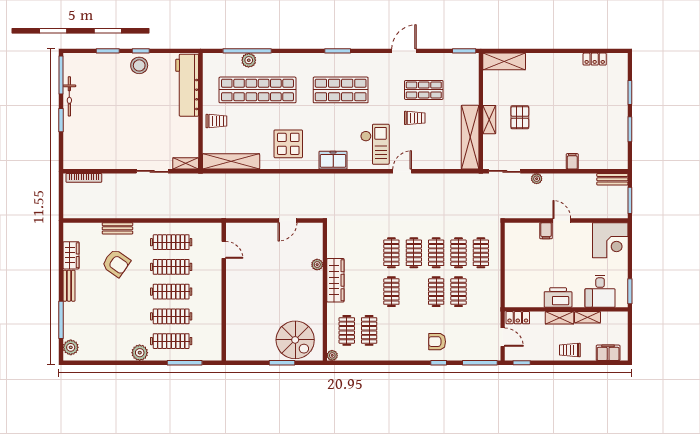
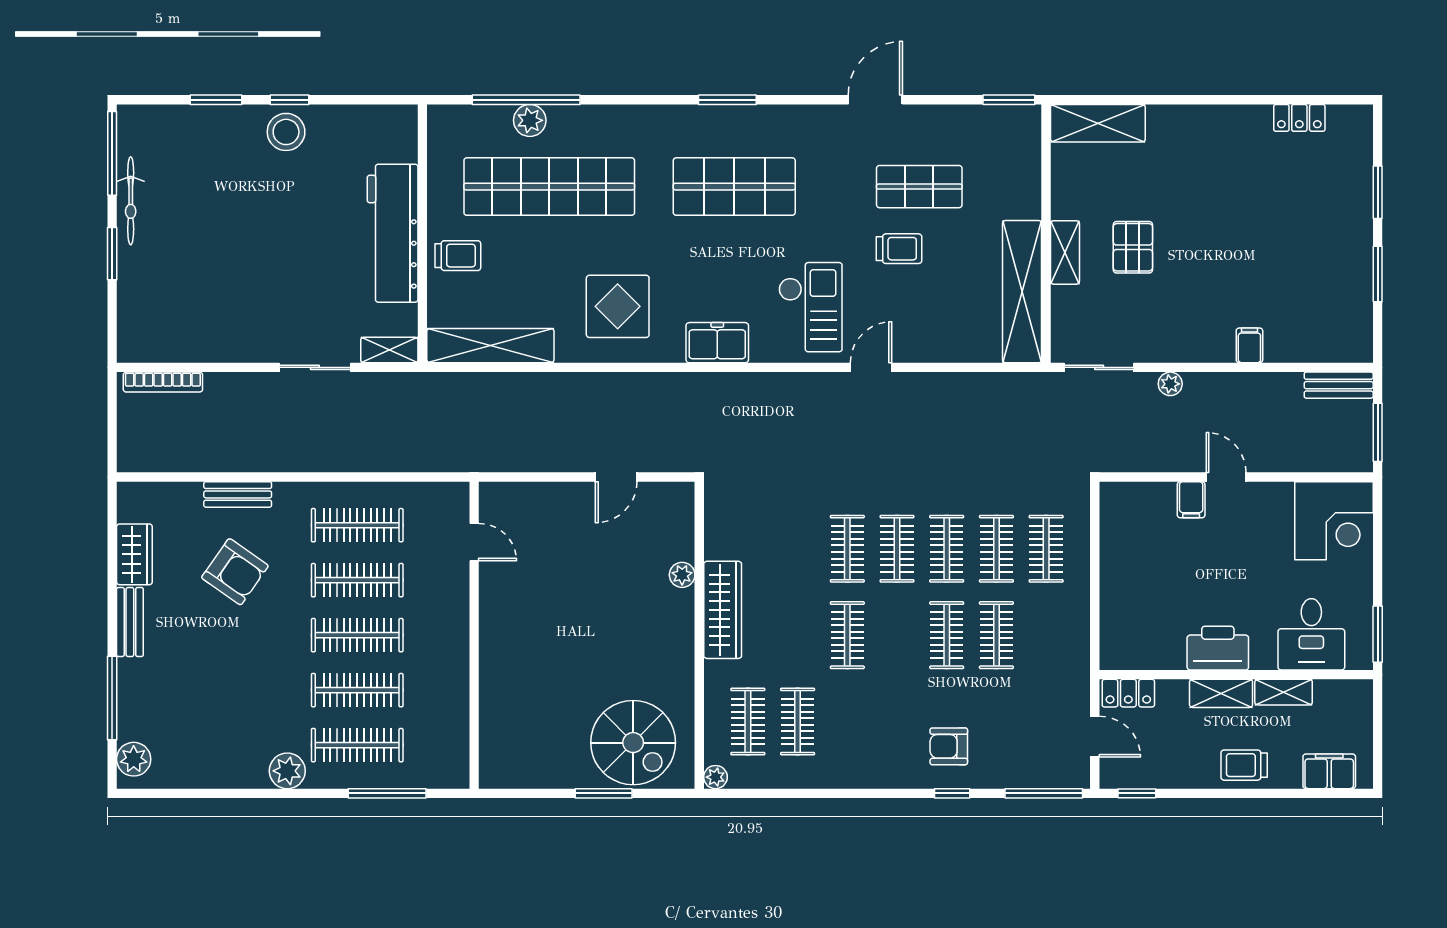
workbench: (187, 85) -> (393, 233), moved

